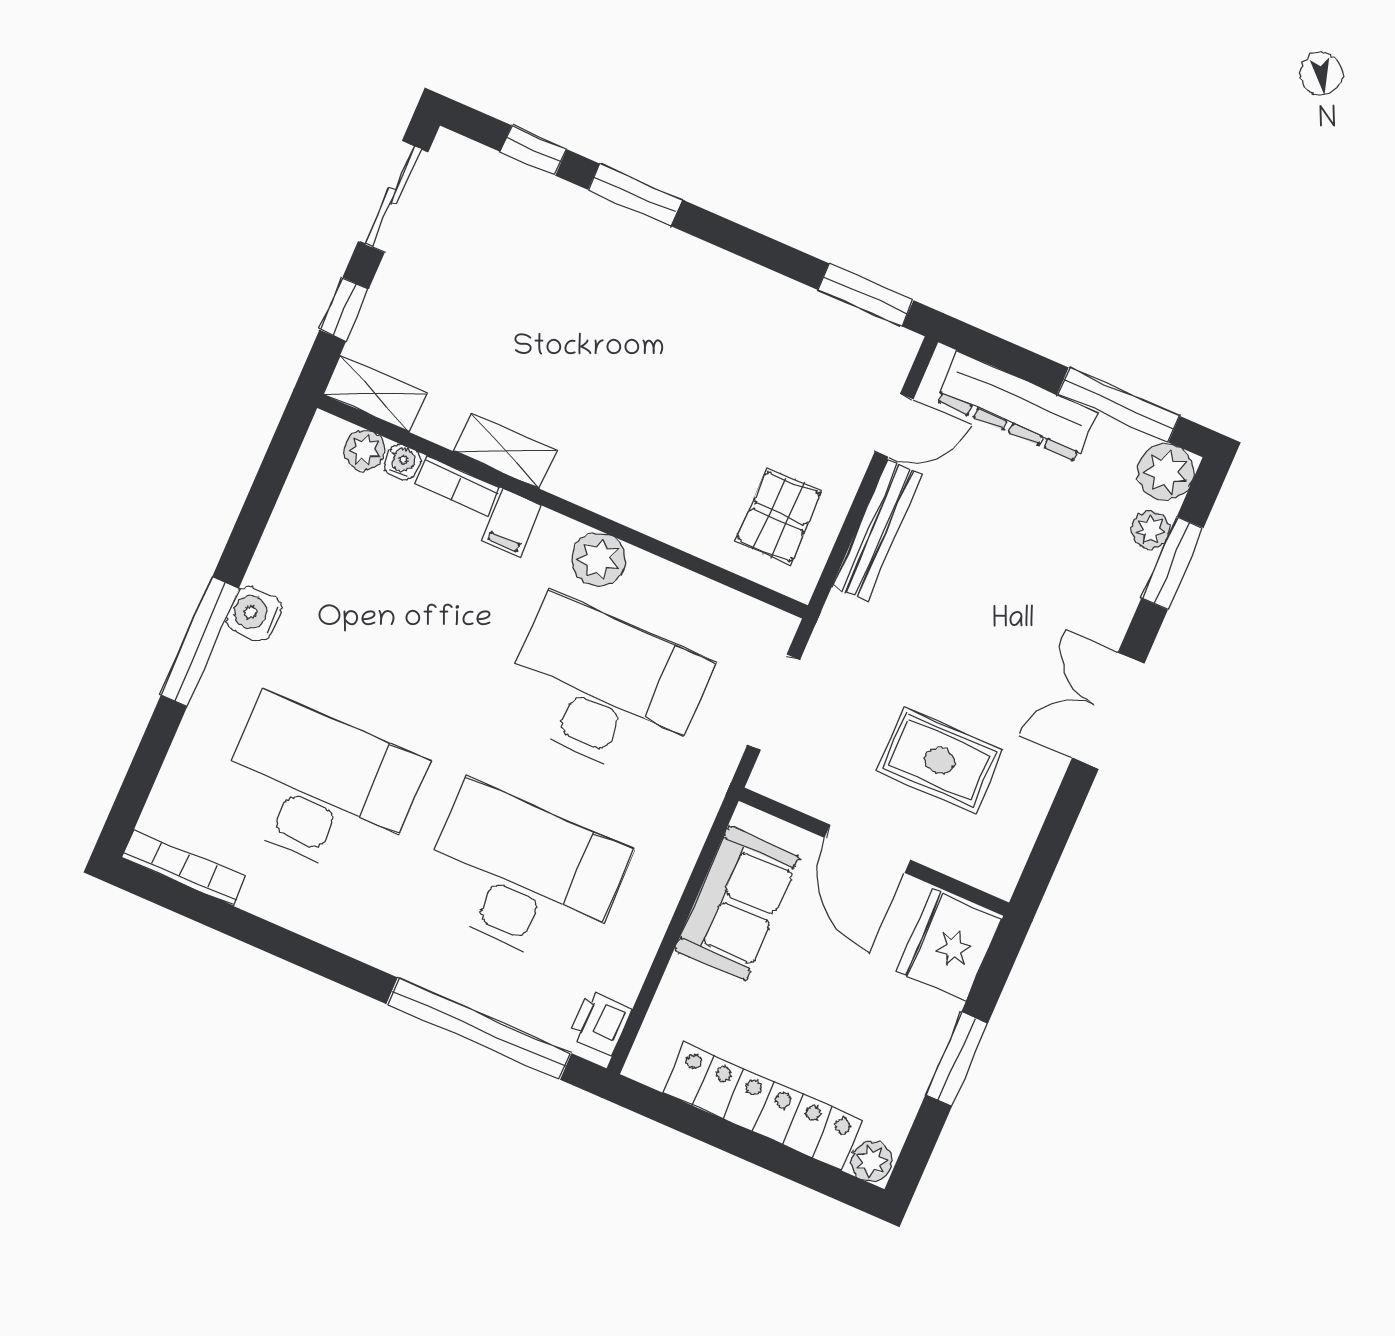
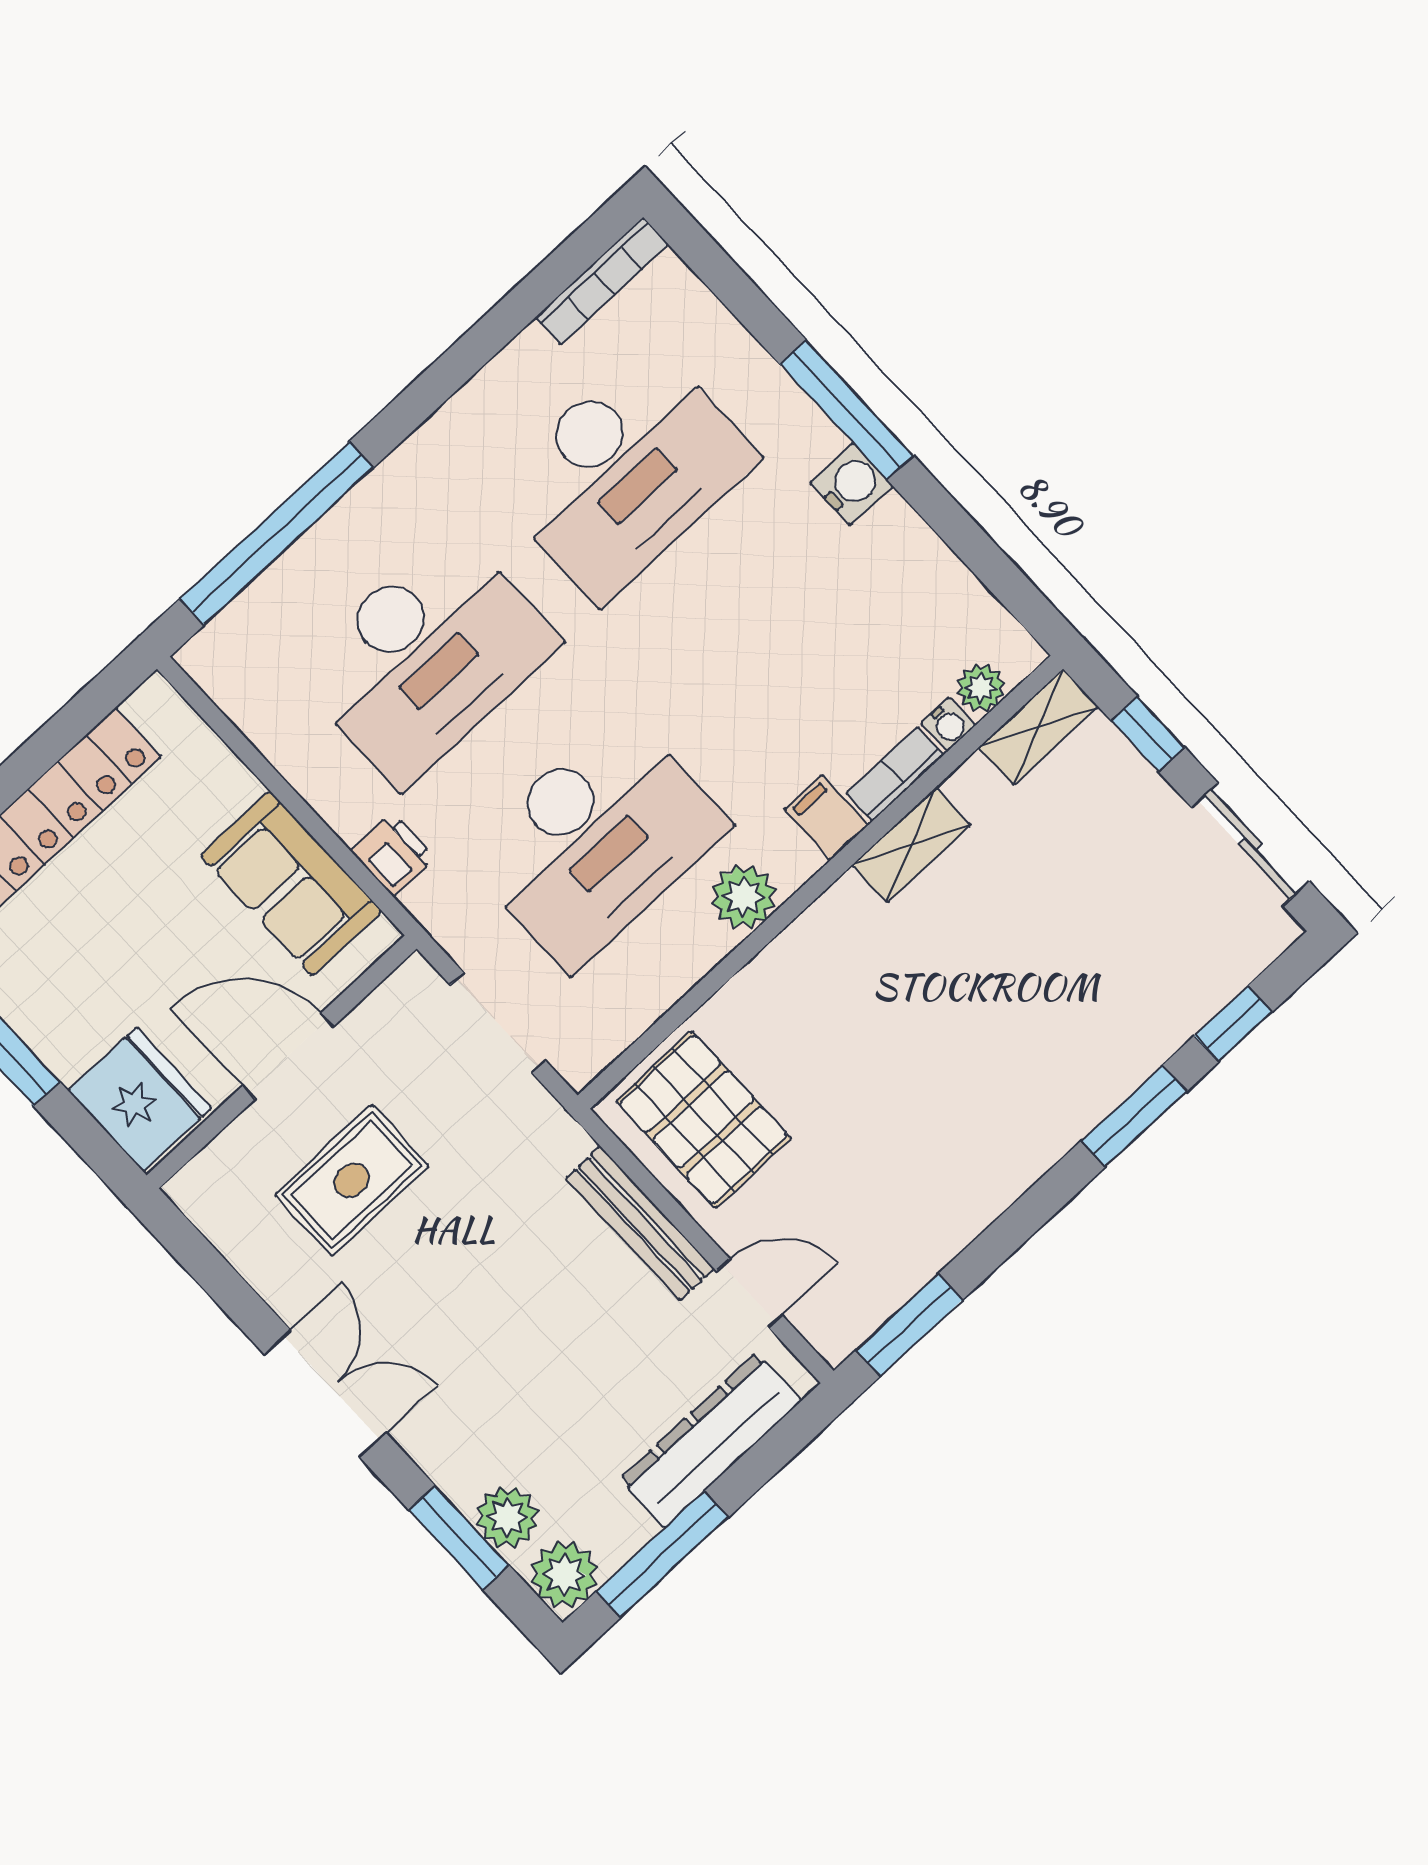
door: (894, 425) -> (749, 1293), swing flipped
pallet: (779, 517) -> (704, 1119), width x1.50, depth x1.42
plant: (1151, 530) -> (507, 1517), width x1.38, depth x1.38
printer: (601, 1023) -> (393, 854), moved

